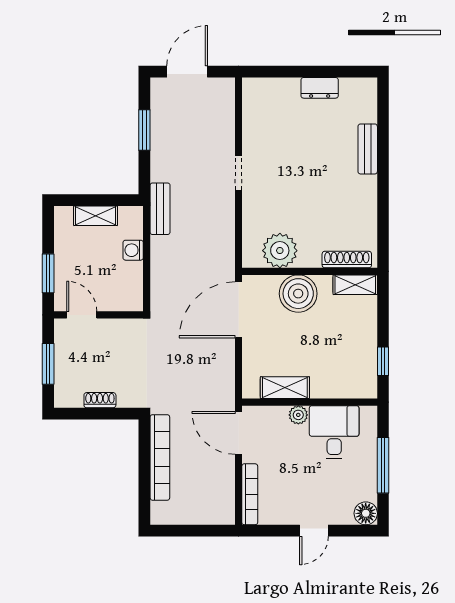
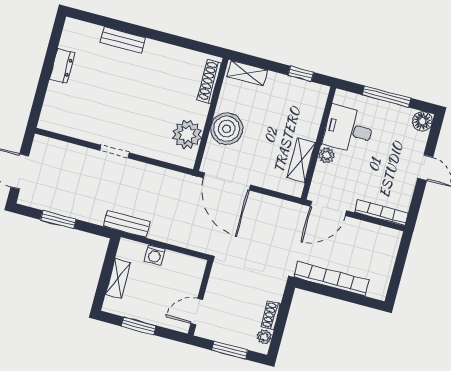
window: (48, 273) -> (139, 326), moved
shelving: (355, 285) -> (247, 73), moved, turned 90
plant: (74, 399) -> (264, 337), added

